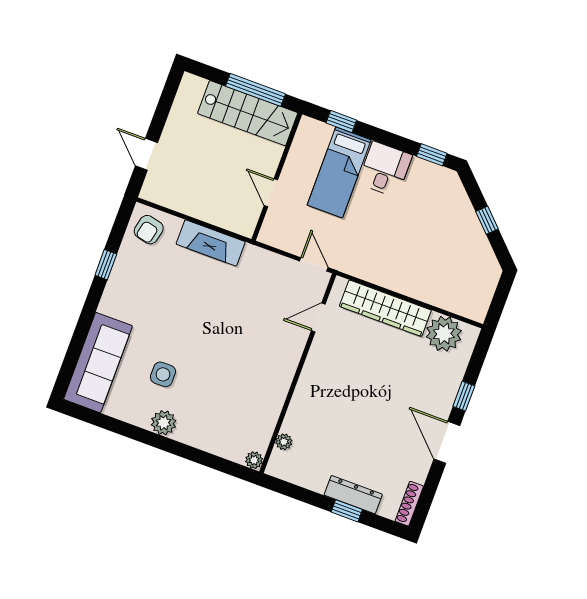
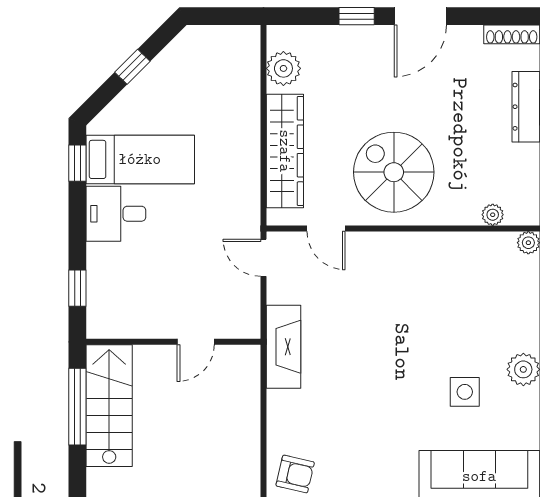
bed: (339, 172) -> (140, 159), moved
fireplace: (211, 243) -> (284, 347), moved
door: (314, 264) -> (264, 258), hinge flipped
plant: (444, 334) -> (283, 68), width x0.73, depth x0.73
spiral stairs: (341, 382) -> (394, 172), added

